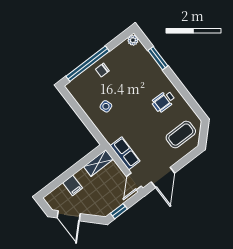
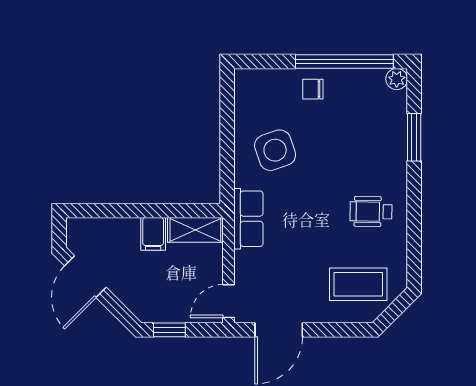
window: (88, 64) -> (344, 62), moved
side table: (106, 106) -> (275, 150), width x1.87, depth x1.87
row of seats: (125, 153) -> (248, 219), moved
filing cabinet: (73, 185) -> (153, 234), moved

